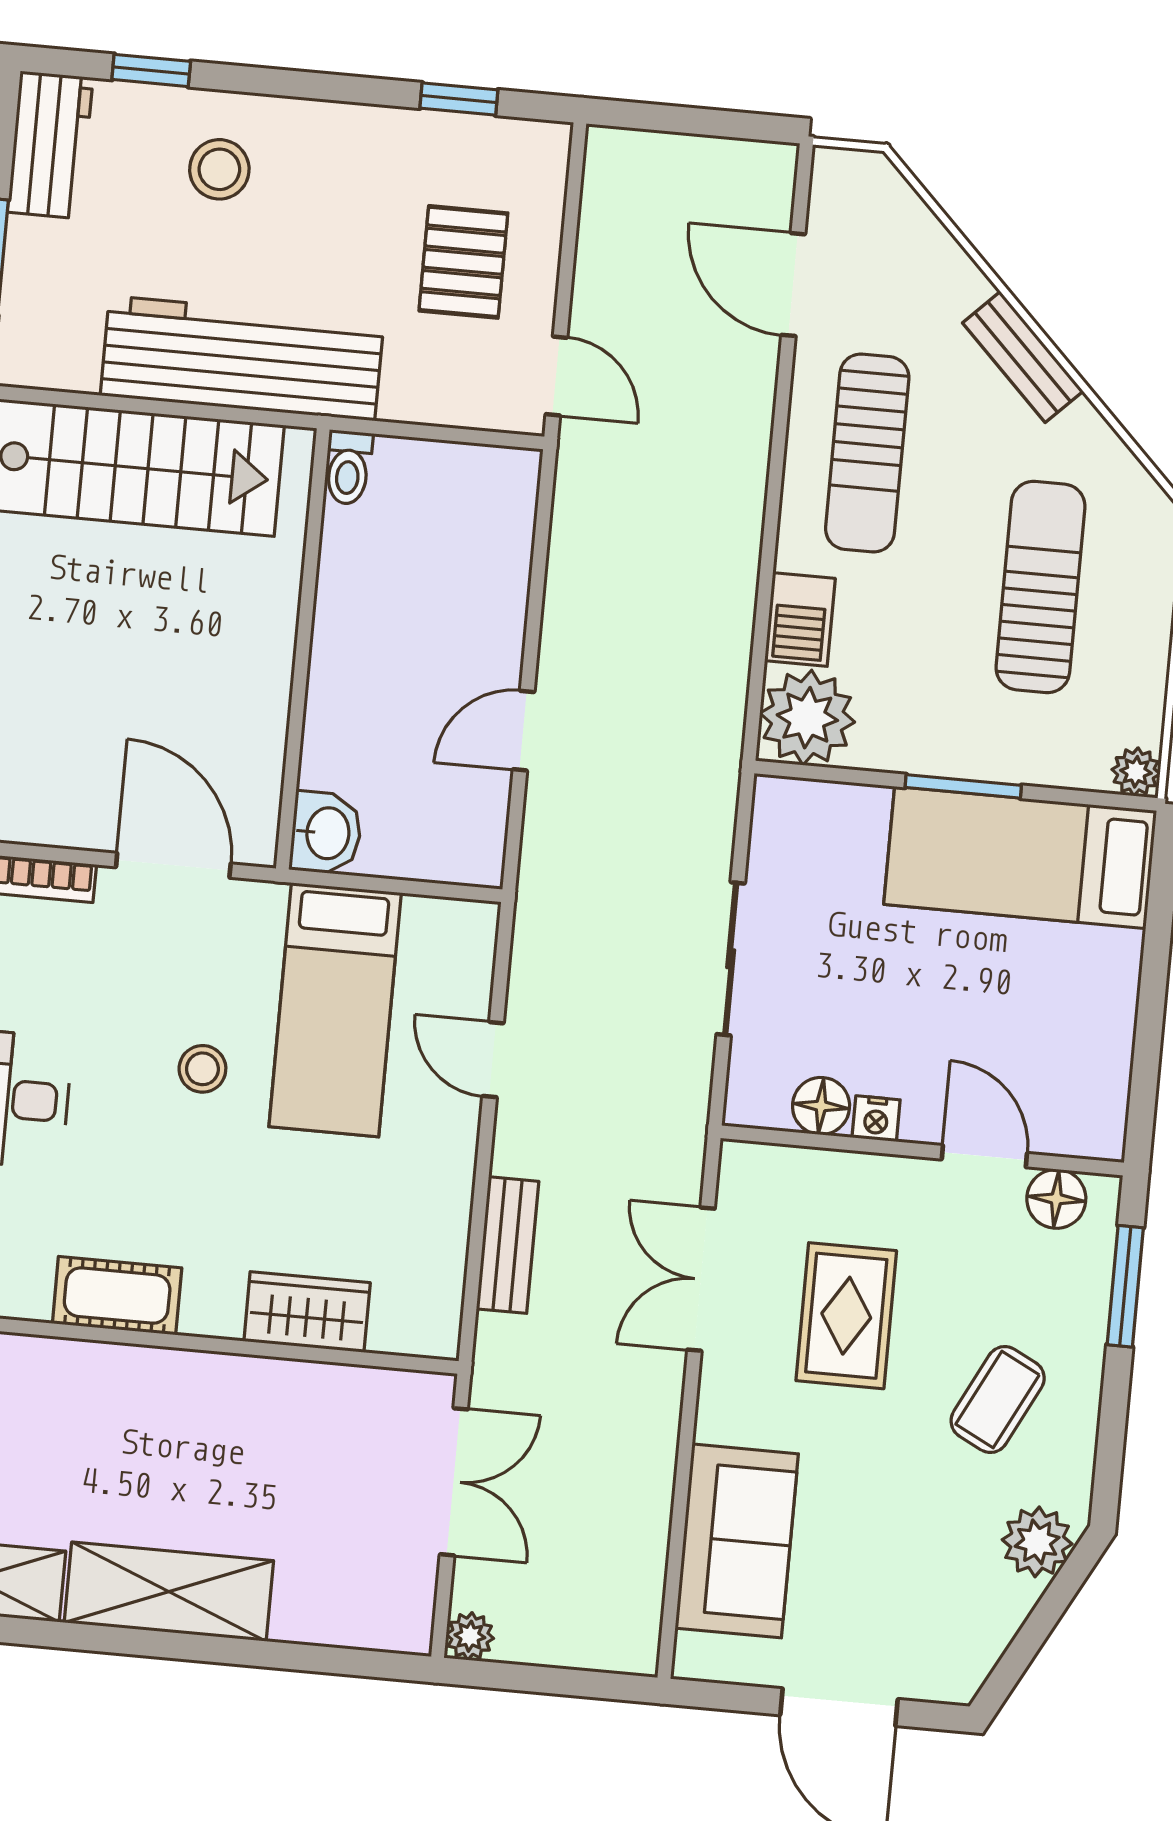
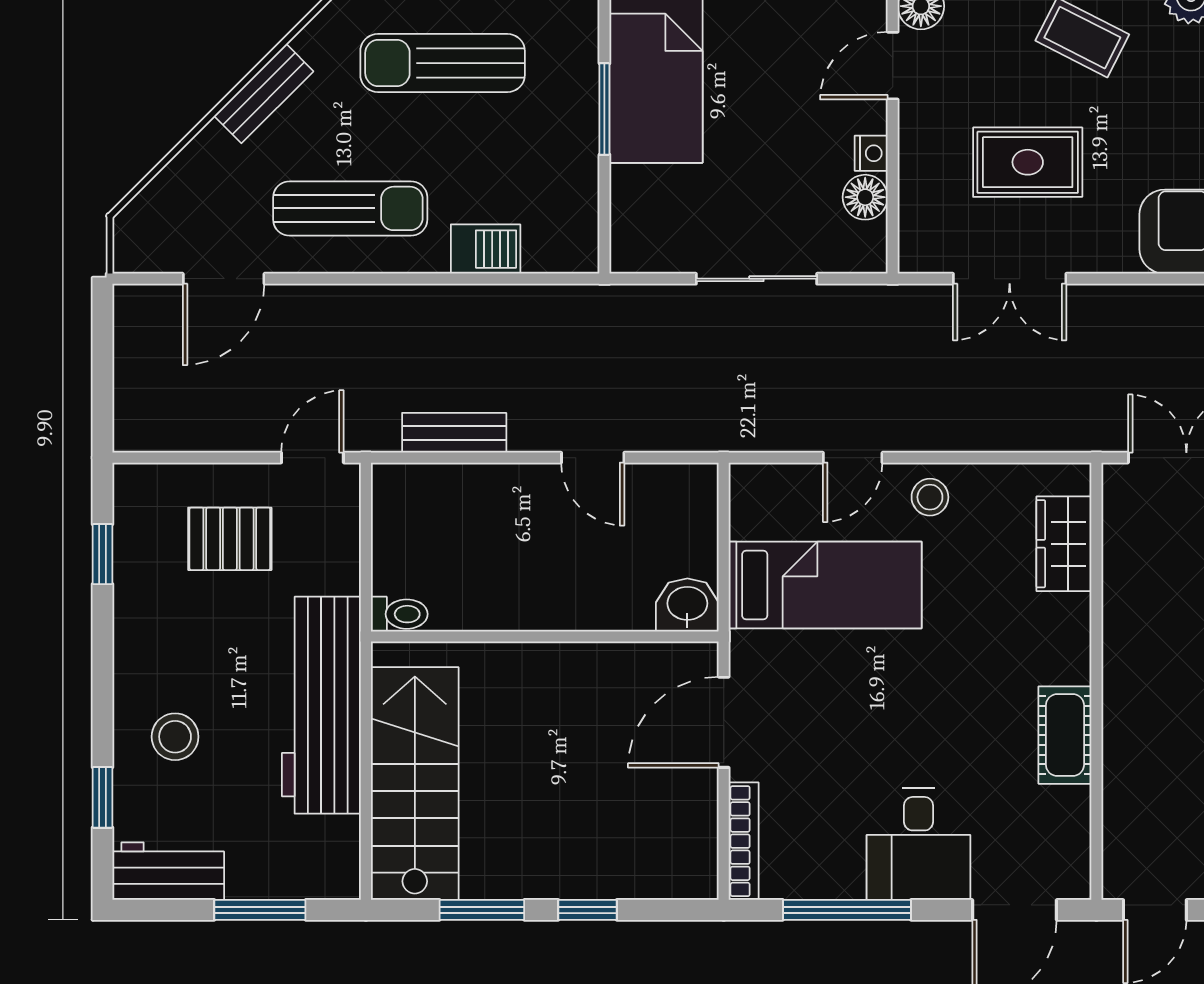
plant: (807, 718) -> (562, 236), removed
stool: (202, 1069) -> (930, 497), moved
bench: (508, 1245) -> (454, 433), moved
wardrobe: (307, 1312) -> (1064, 544), moved

